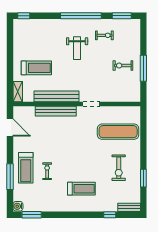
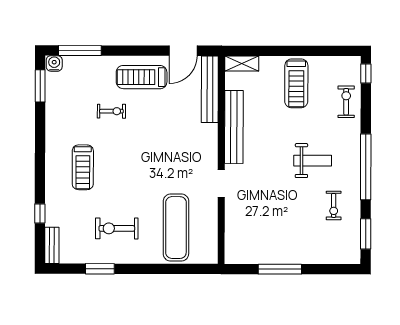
weight bench: (77, 48) -> (313, 161), turned 180
exercise bike: (123, 66) -> (346, 102), moved
treadmill: (36, 68) -> (296, 83), moved
bench: (56, 111) -> (210, 89), moved
treadmill: (26, 168) -> (142, 77), moved
window: (10, 177) -> (80, 51), moved

